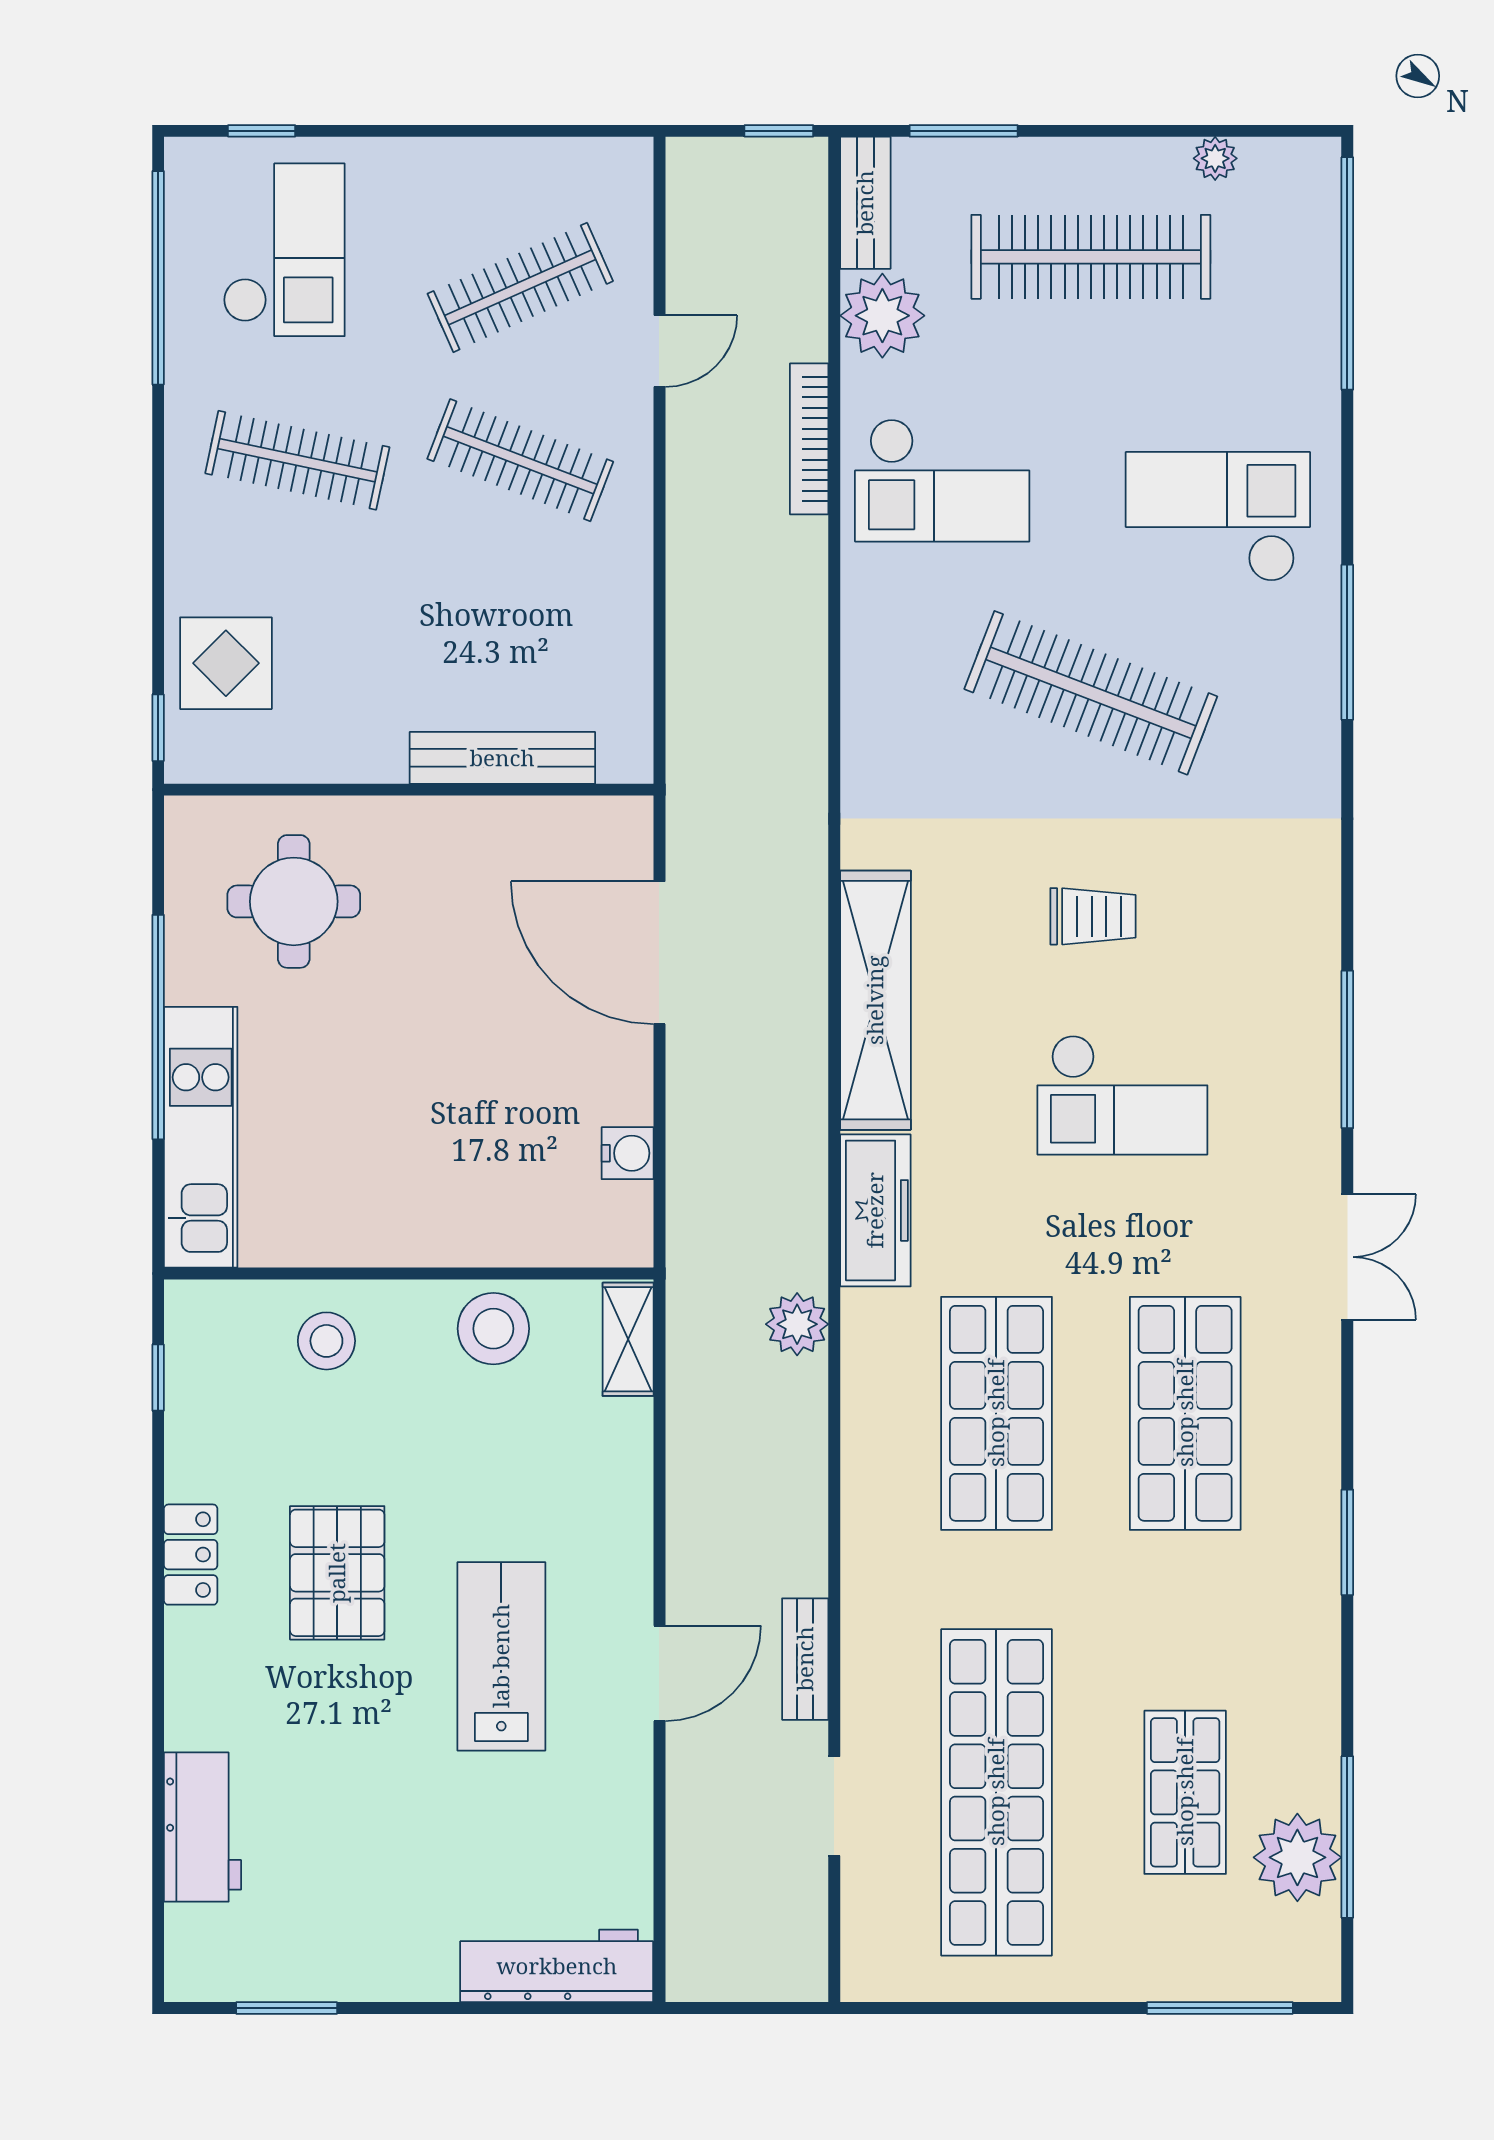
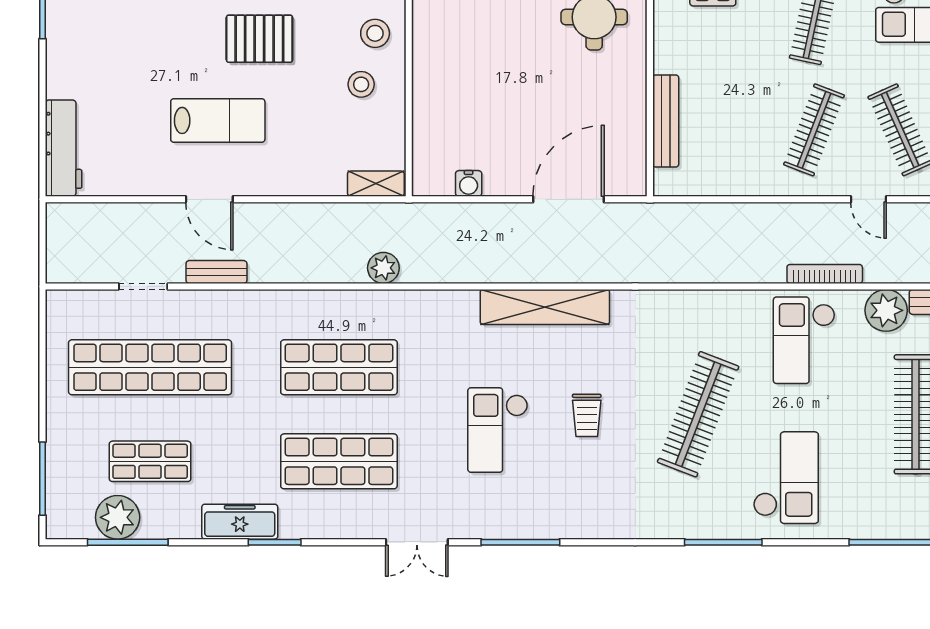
freezer: (875, 1210) -> (240, 522), moved, turned 180
stool: (493, 1329) -> (361, 84), moved, width x0.73, depth x0.73

